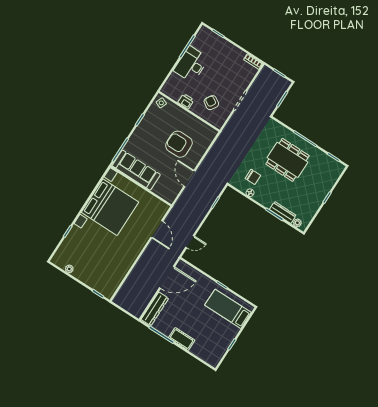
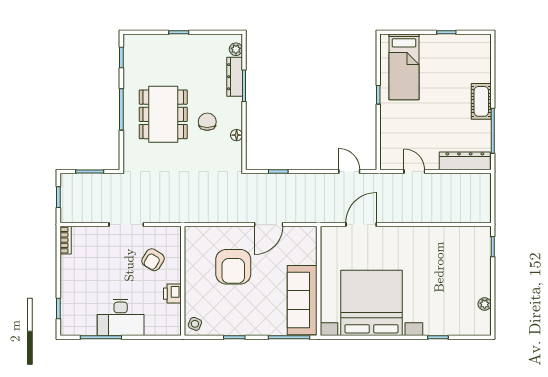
chair: (253, 177) -> (207, 122), moved
door: (167, 277) -> (414, 172), width x0.53

